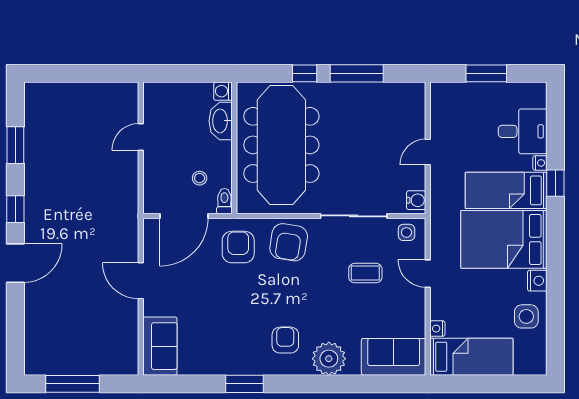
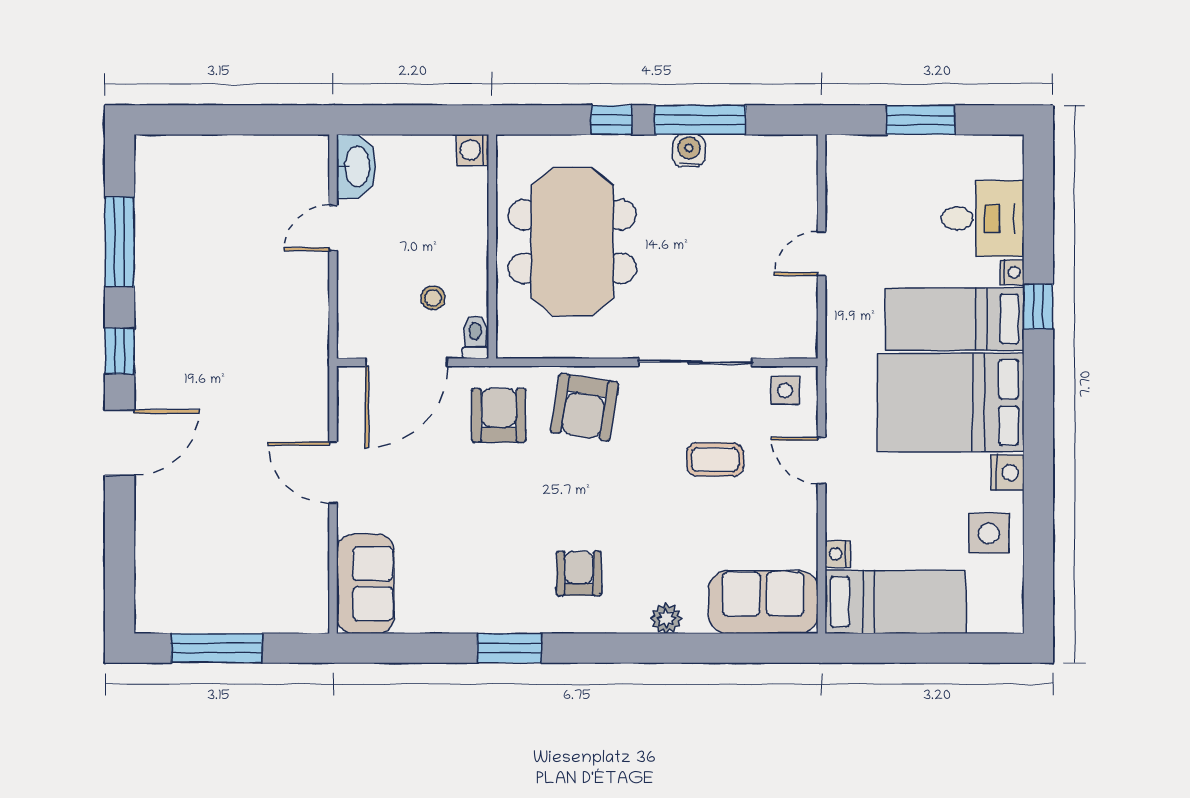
washbasin: (221, 121) -> (356, 166), moved, turned 180
window: (15, 145) -> (120, 242), width x1.44
meeting table: (281, 145) -> (572, 242), width x0.73
water cooler: (416, 200) -> (689, 151), moved, turned -90
plant: (329, 359) -> (666, 618), width x0.53, depth x0.53

